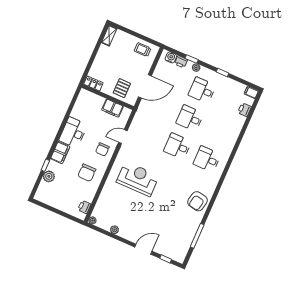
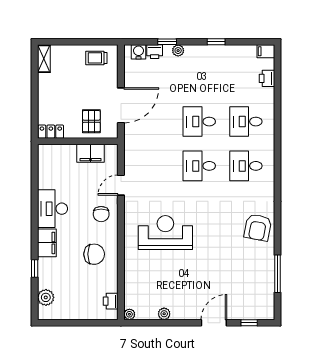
desk: (202, 90) -> (246, 122), moved
chair: (87, 173) -> (94, 254), turned -90
plant: (49, 176) -> (46, 297), moved

